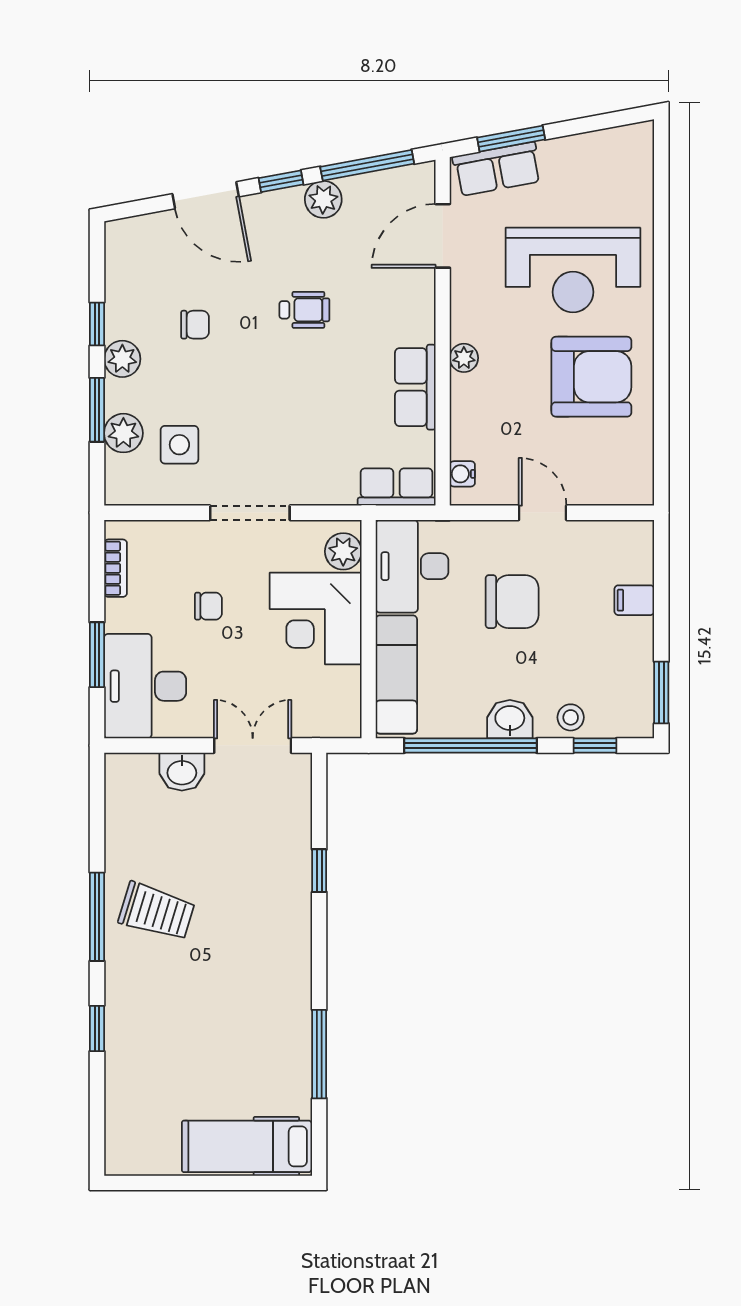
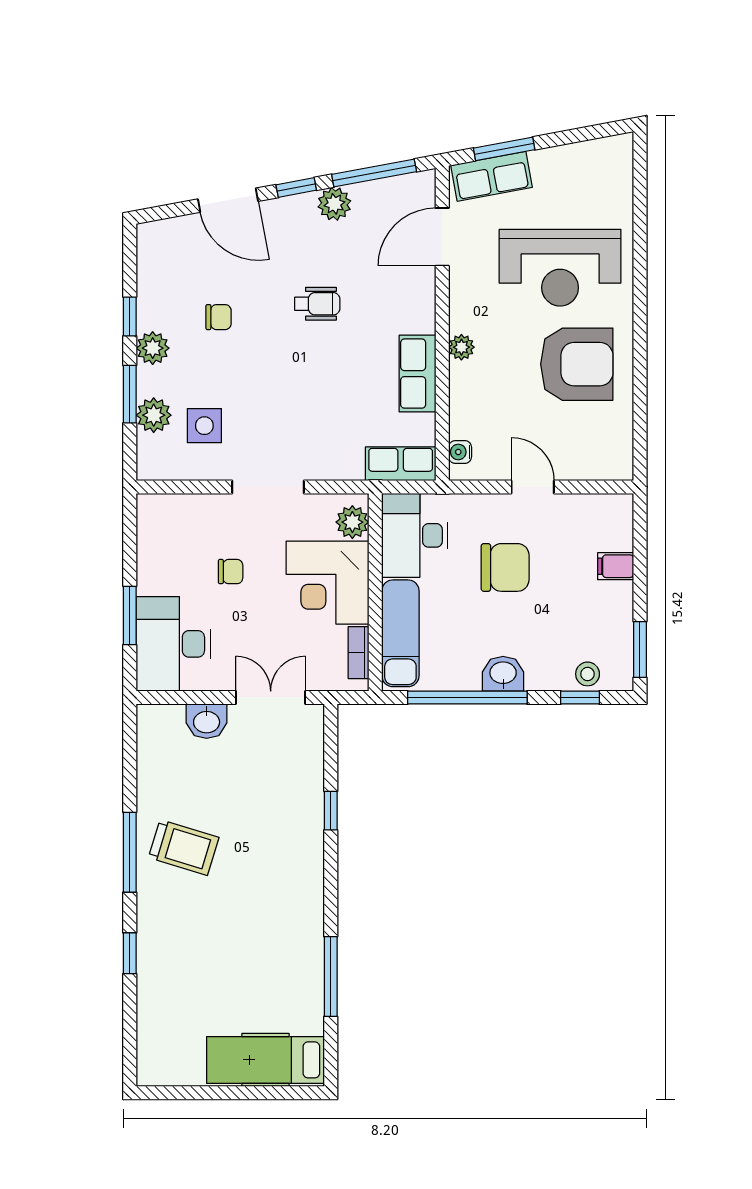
bookcase: (116, 568) -> (359, 653), moved, turned 180
stool: (571, 717) -> (588, 674), moved

